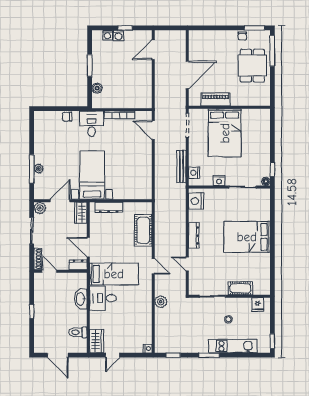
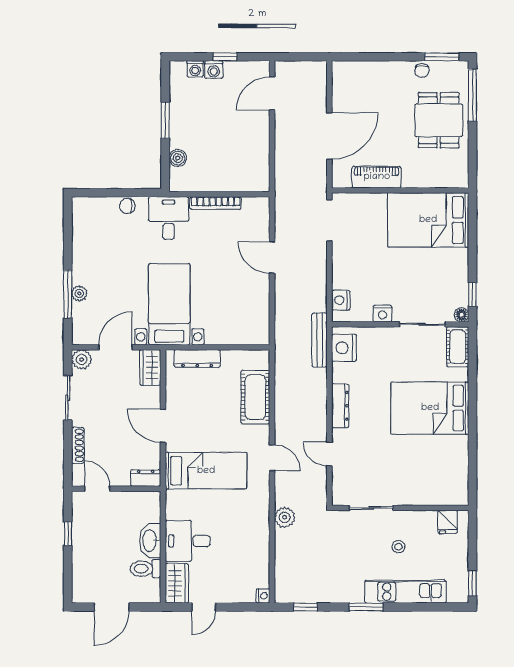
door: (153, 130) -> (272, 258), moved
bed: (225, 133) -> (428, 220), moved, turned 90
bench: (181, 166) -> (319, 340), moved
dresser: (78, 265) -> (146, 478), moved
door: (49, 271) -> (97, 489), moved
wall: (60, 271) -> (116, 489), moved
cot: (240, 288) -> (458, 347), moved, turned 90
desk: (103, 298) -> (188, 541), moved
washbasin: (81, 299) -> (150, 541), moved
door: (58, 355) -> (112, 607), hinge flipped

